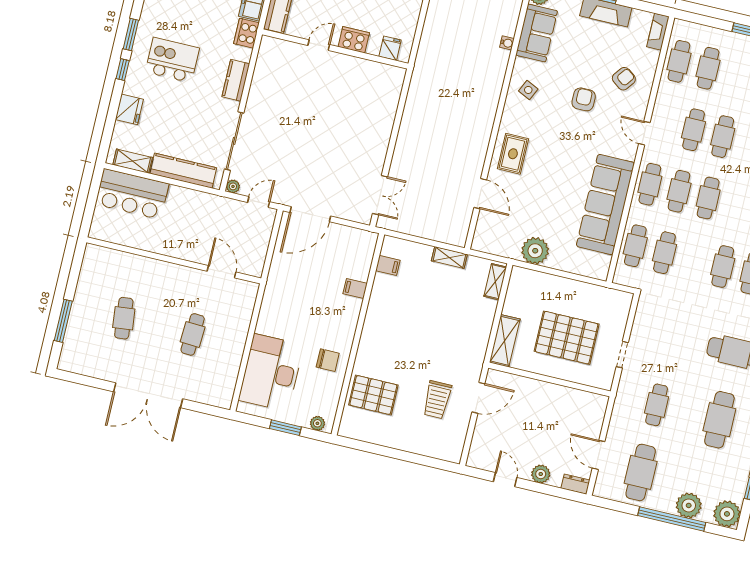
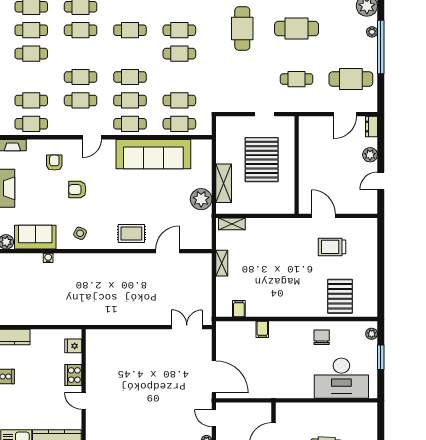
armchair: (624, 79) -> (54, 163), turned 53
shelving: (505, 341) -> (224, 183), moved, turned 90
trolley: (437, 400) -> (332, 247), turned 180
plant: (689, 505) -> (372, 32), width x0.53, depth x0.53

